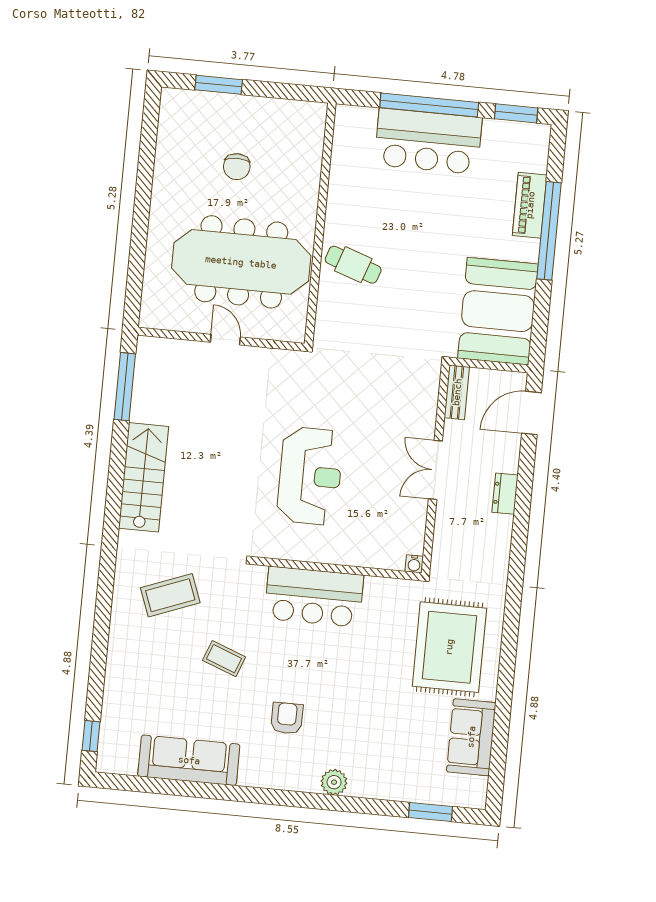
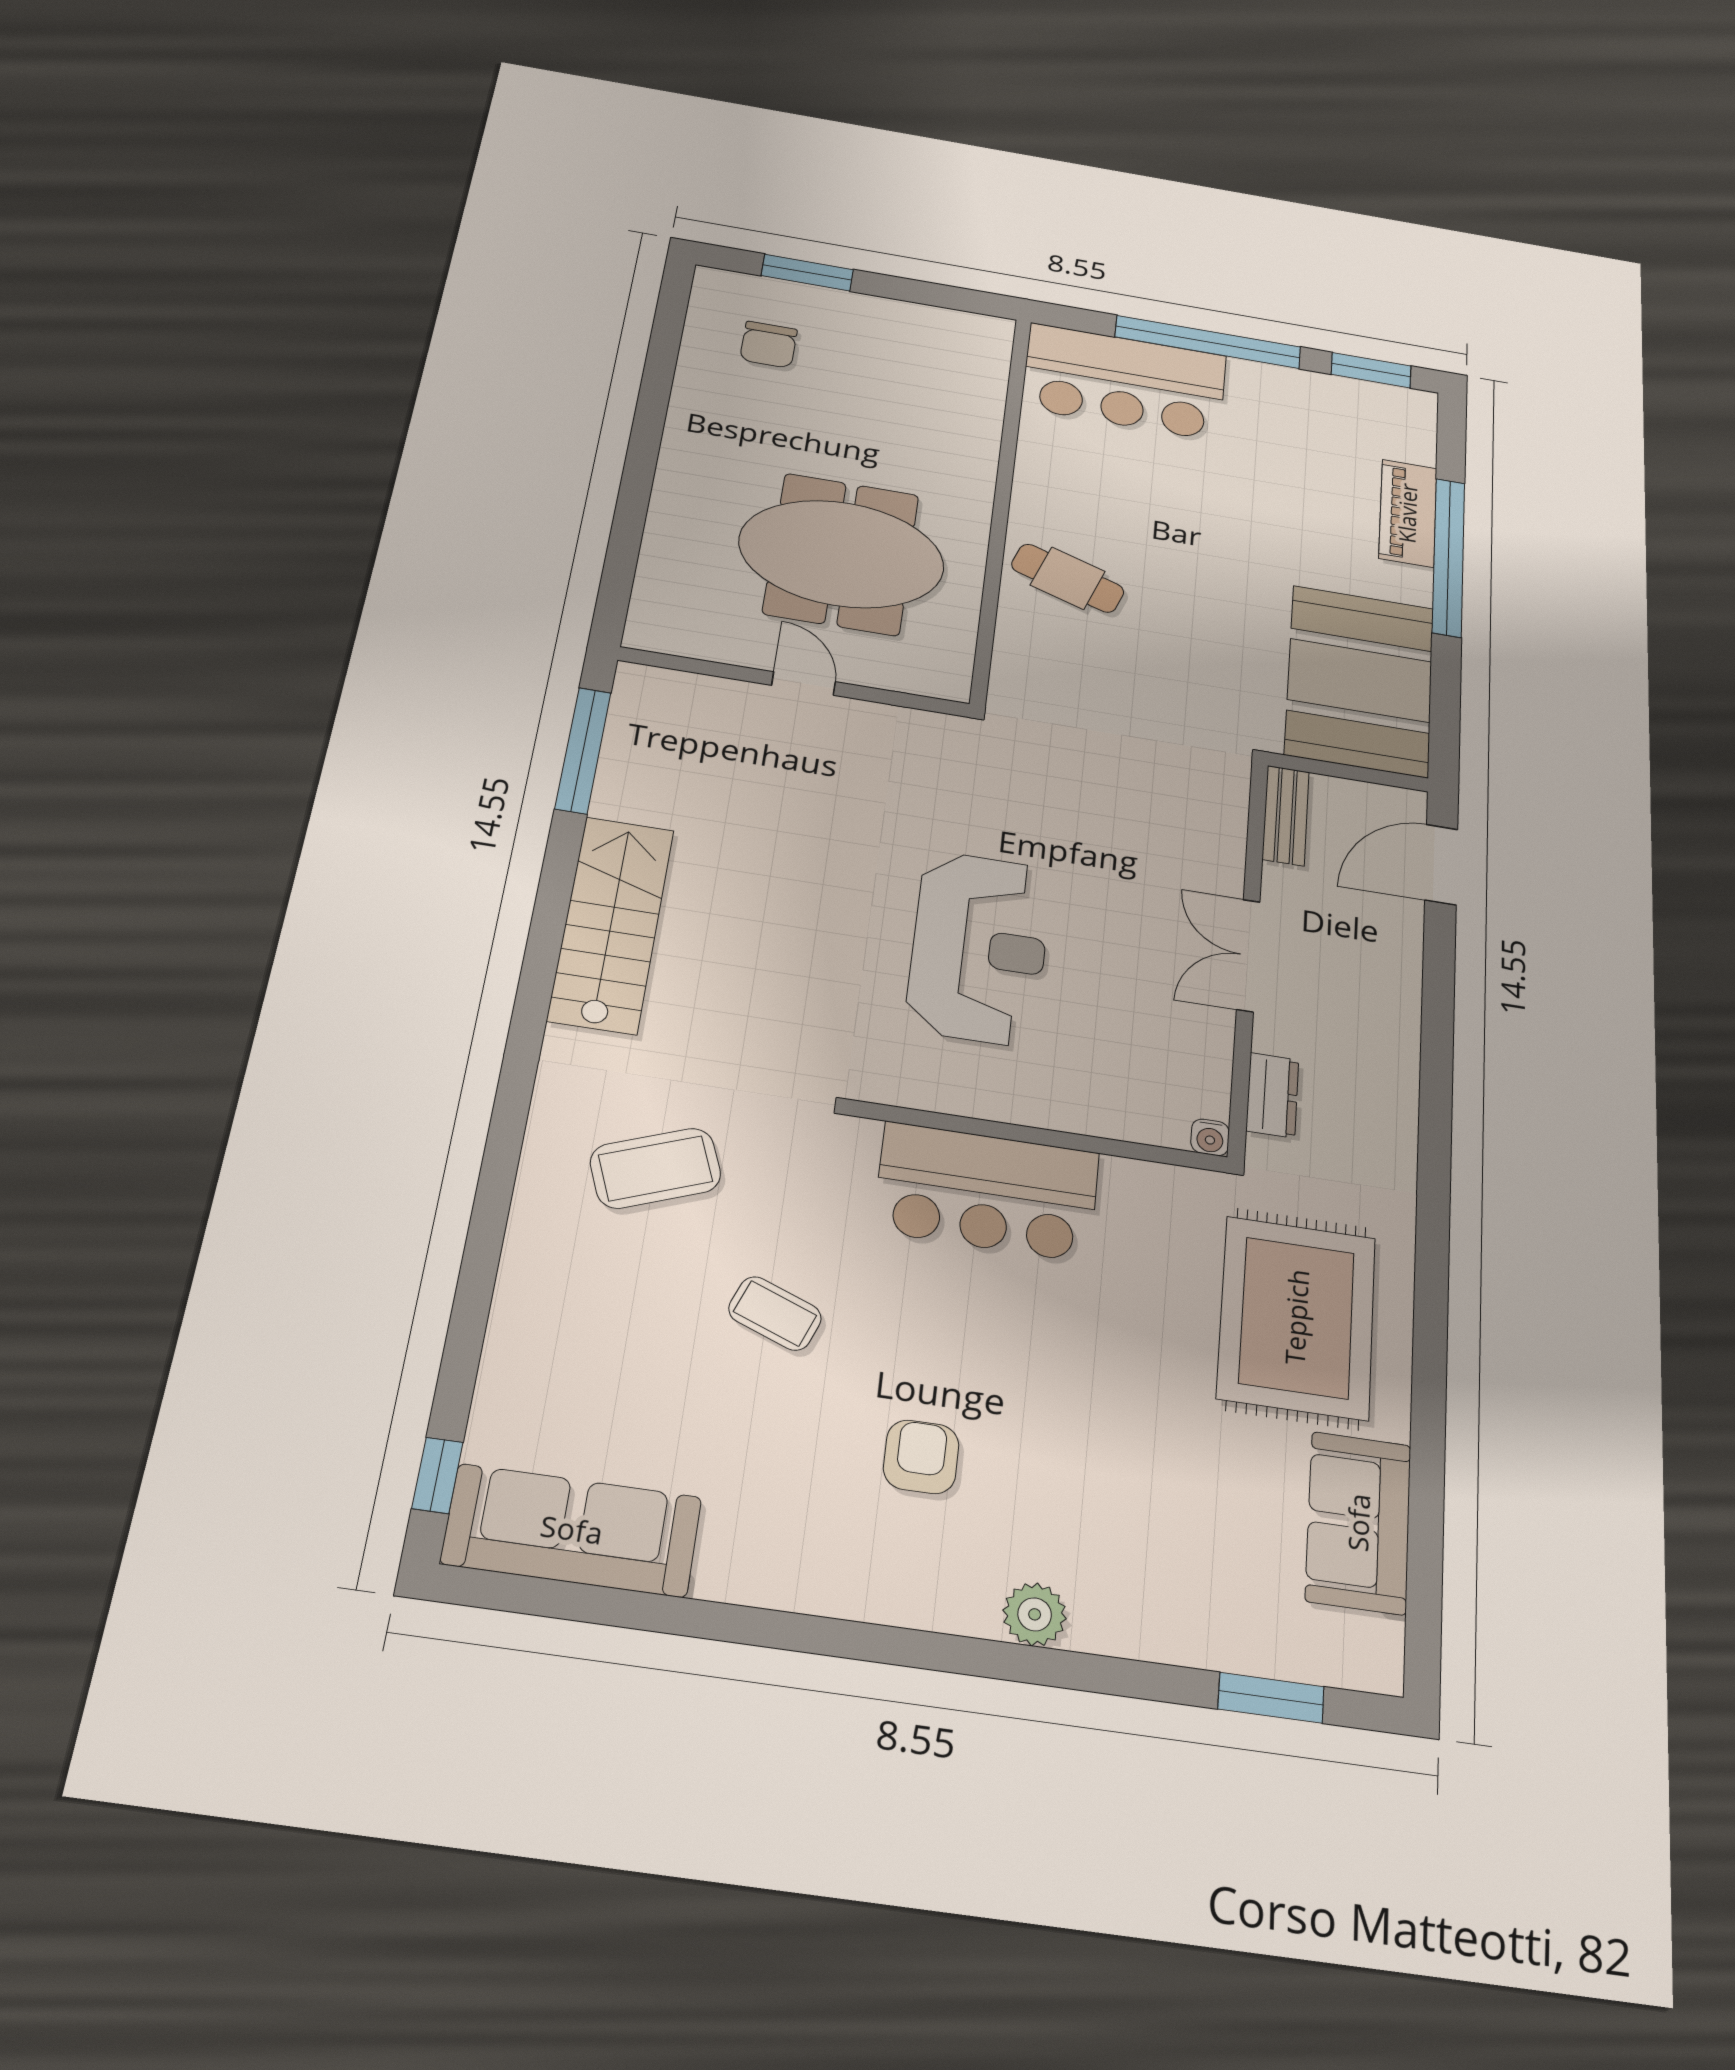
bar counter: (428, 141) -> (1125, 382), moved
chair: (237, 167) -> (769, 345), moved
meeting table: (241, 262) -> (841, 554), width x0.73
dresser: (505, 494) -> (1272, 1095), moved, turned 180
sofa: (189, 760) -> (572, 1530), moved

